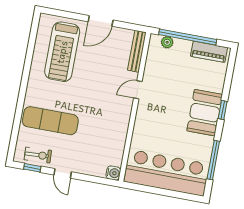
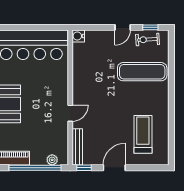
window: (134, 27) -> (84, 168), added
treadmill: (62, 52) -> (143, 134), width x0.73, depth x0.73
door: (63, 173) -> (123, 27), swing flipped

